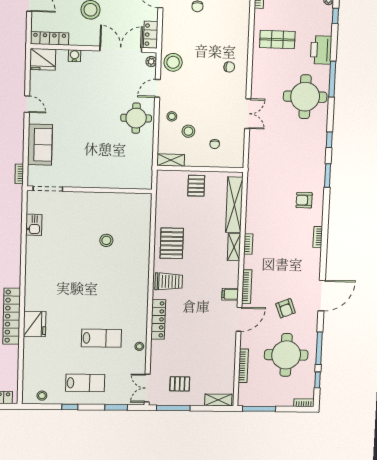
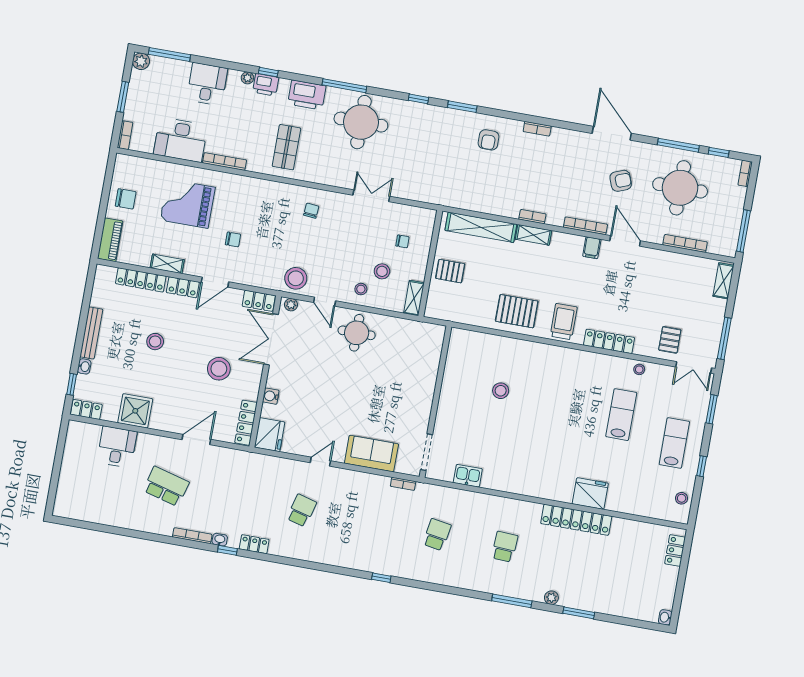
printer: (325, 15) -> (266, 85), added
pallet: (180, 384) -> (670, 340), moved

